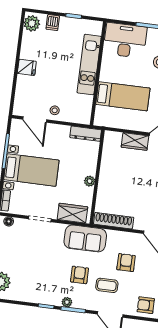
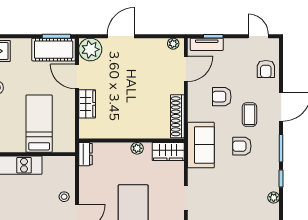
dresser: (86, 134) -> (85, 154), width x0.70
wardrobe: (72, 213) -> (168, 152), moved, turned -90
plant: (67, 302) -> (274, 198), moved

